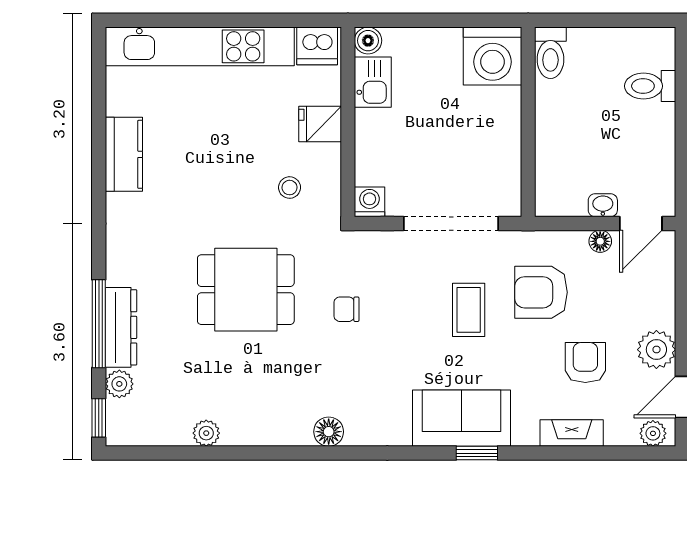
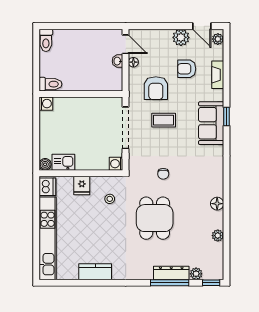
washing machine: (492, 56) -> (46, 104), width x0.53, depth x0.53
toilet: (650, 86) -> (46, 40), moved
floor lamp: (329, 432) -> (217, 204), moved

